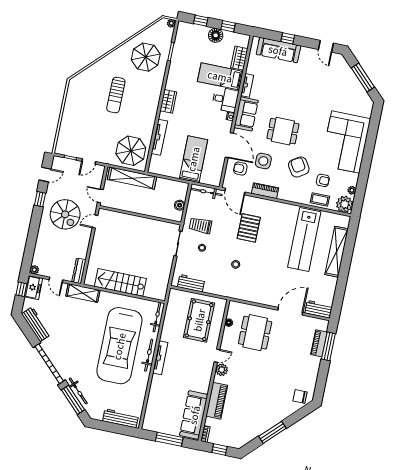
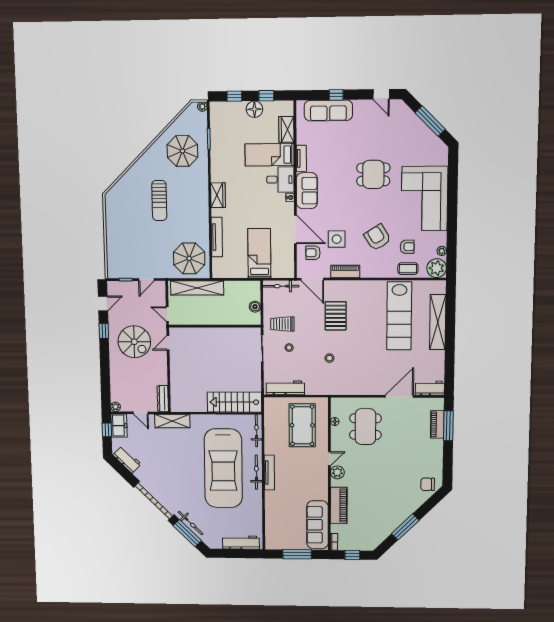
dining table: (283, 131) -> (373, 174), moved
stairs: (120, 282) -> (234, 402), moved
workbench: (191, 283) -> (285, 388), width x1.38
workbench: (36, 324) -> (127, 460), width x0.73

